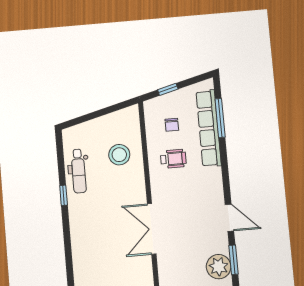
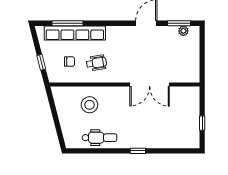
wheelchair: (173, 159) -> (96, 63), turned 81
window: (64, 195) -> (138, 151), moved
plant: (219, 267) -> (183, 31), width x0.53, depth x0.53

